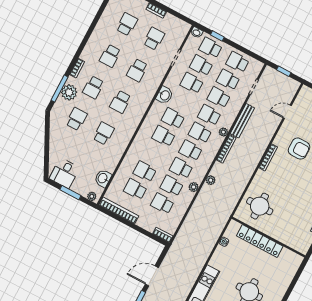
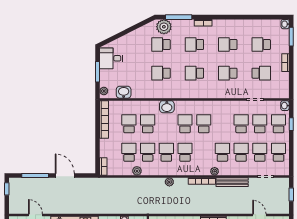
school desk: (127, 24) -> (261, 45), turned 180
plant: (69, 92) -> (164, 27), moved
washbasin: (165, 95) -> (167, 107), moved
school desk: (77, 119) -> (161, 45), turned 180
school desk: (104, 133) -> (161, 73), turned 180
school desk: (200, 133) -> (204, 152), removed
plant: (194, 187) -> (137, 171), moved

